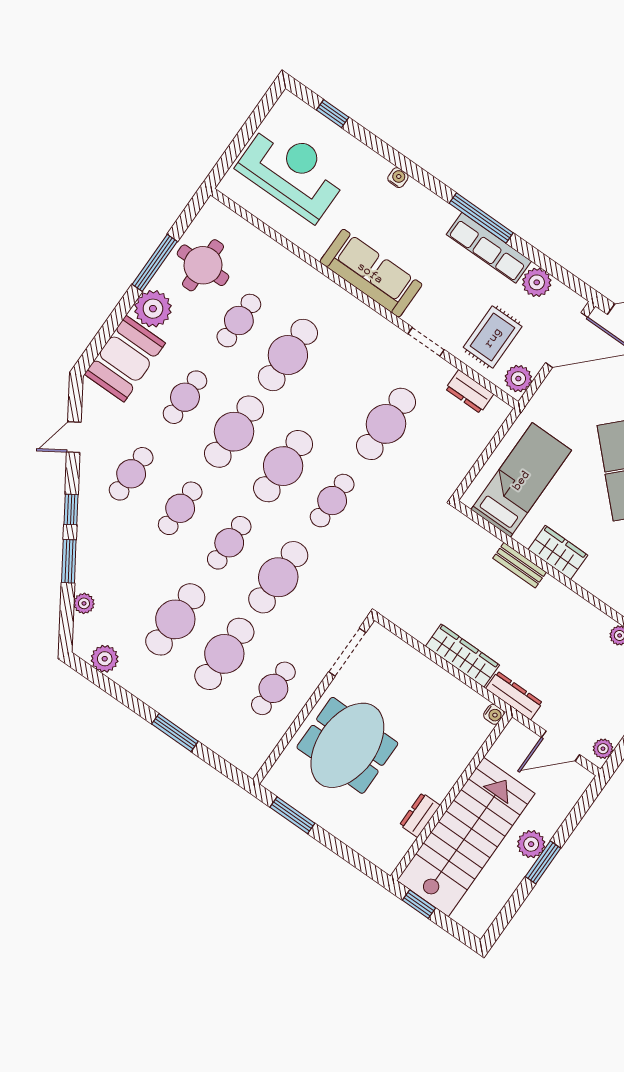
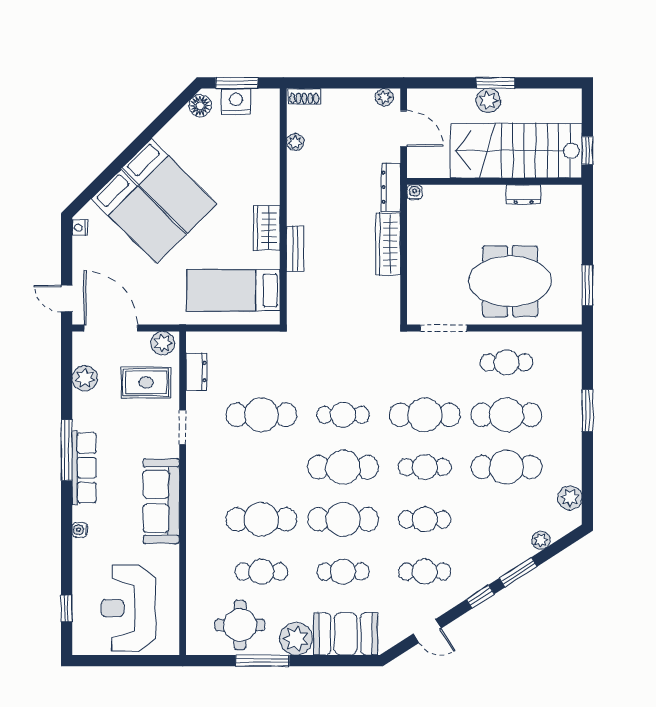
row of seats: (489, 248) -> (84, 468), moved

